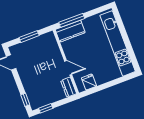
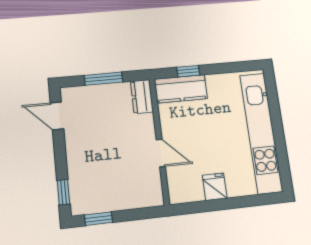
window: (72, 20) -> (188, 71), width x0.46
fridge: (89, 82) -> (215, 187), moved
dresser: (69, 87) -> (142, 97), moved

